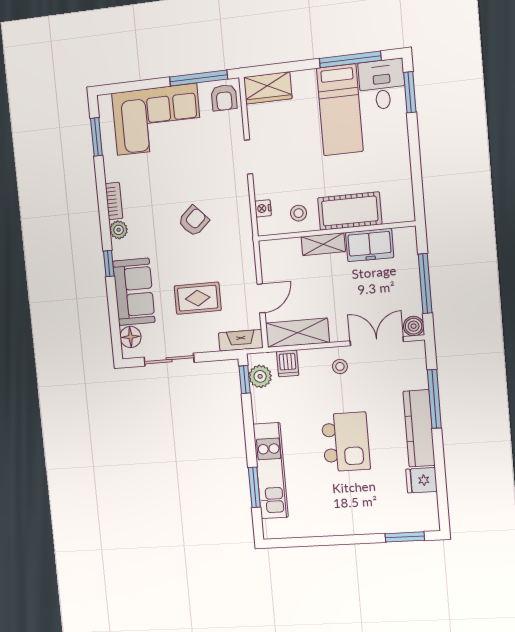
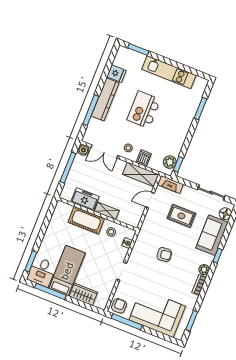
wardrobe: (268, 88) -> (83, 294), moved
armchair: (194, 221) -> (164, 254), turned -143
dishwasher: (288, 363) -> (144, 158), moved
kitchen unit: (271, 471) -> (169, 72), moved, turned -90

